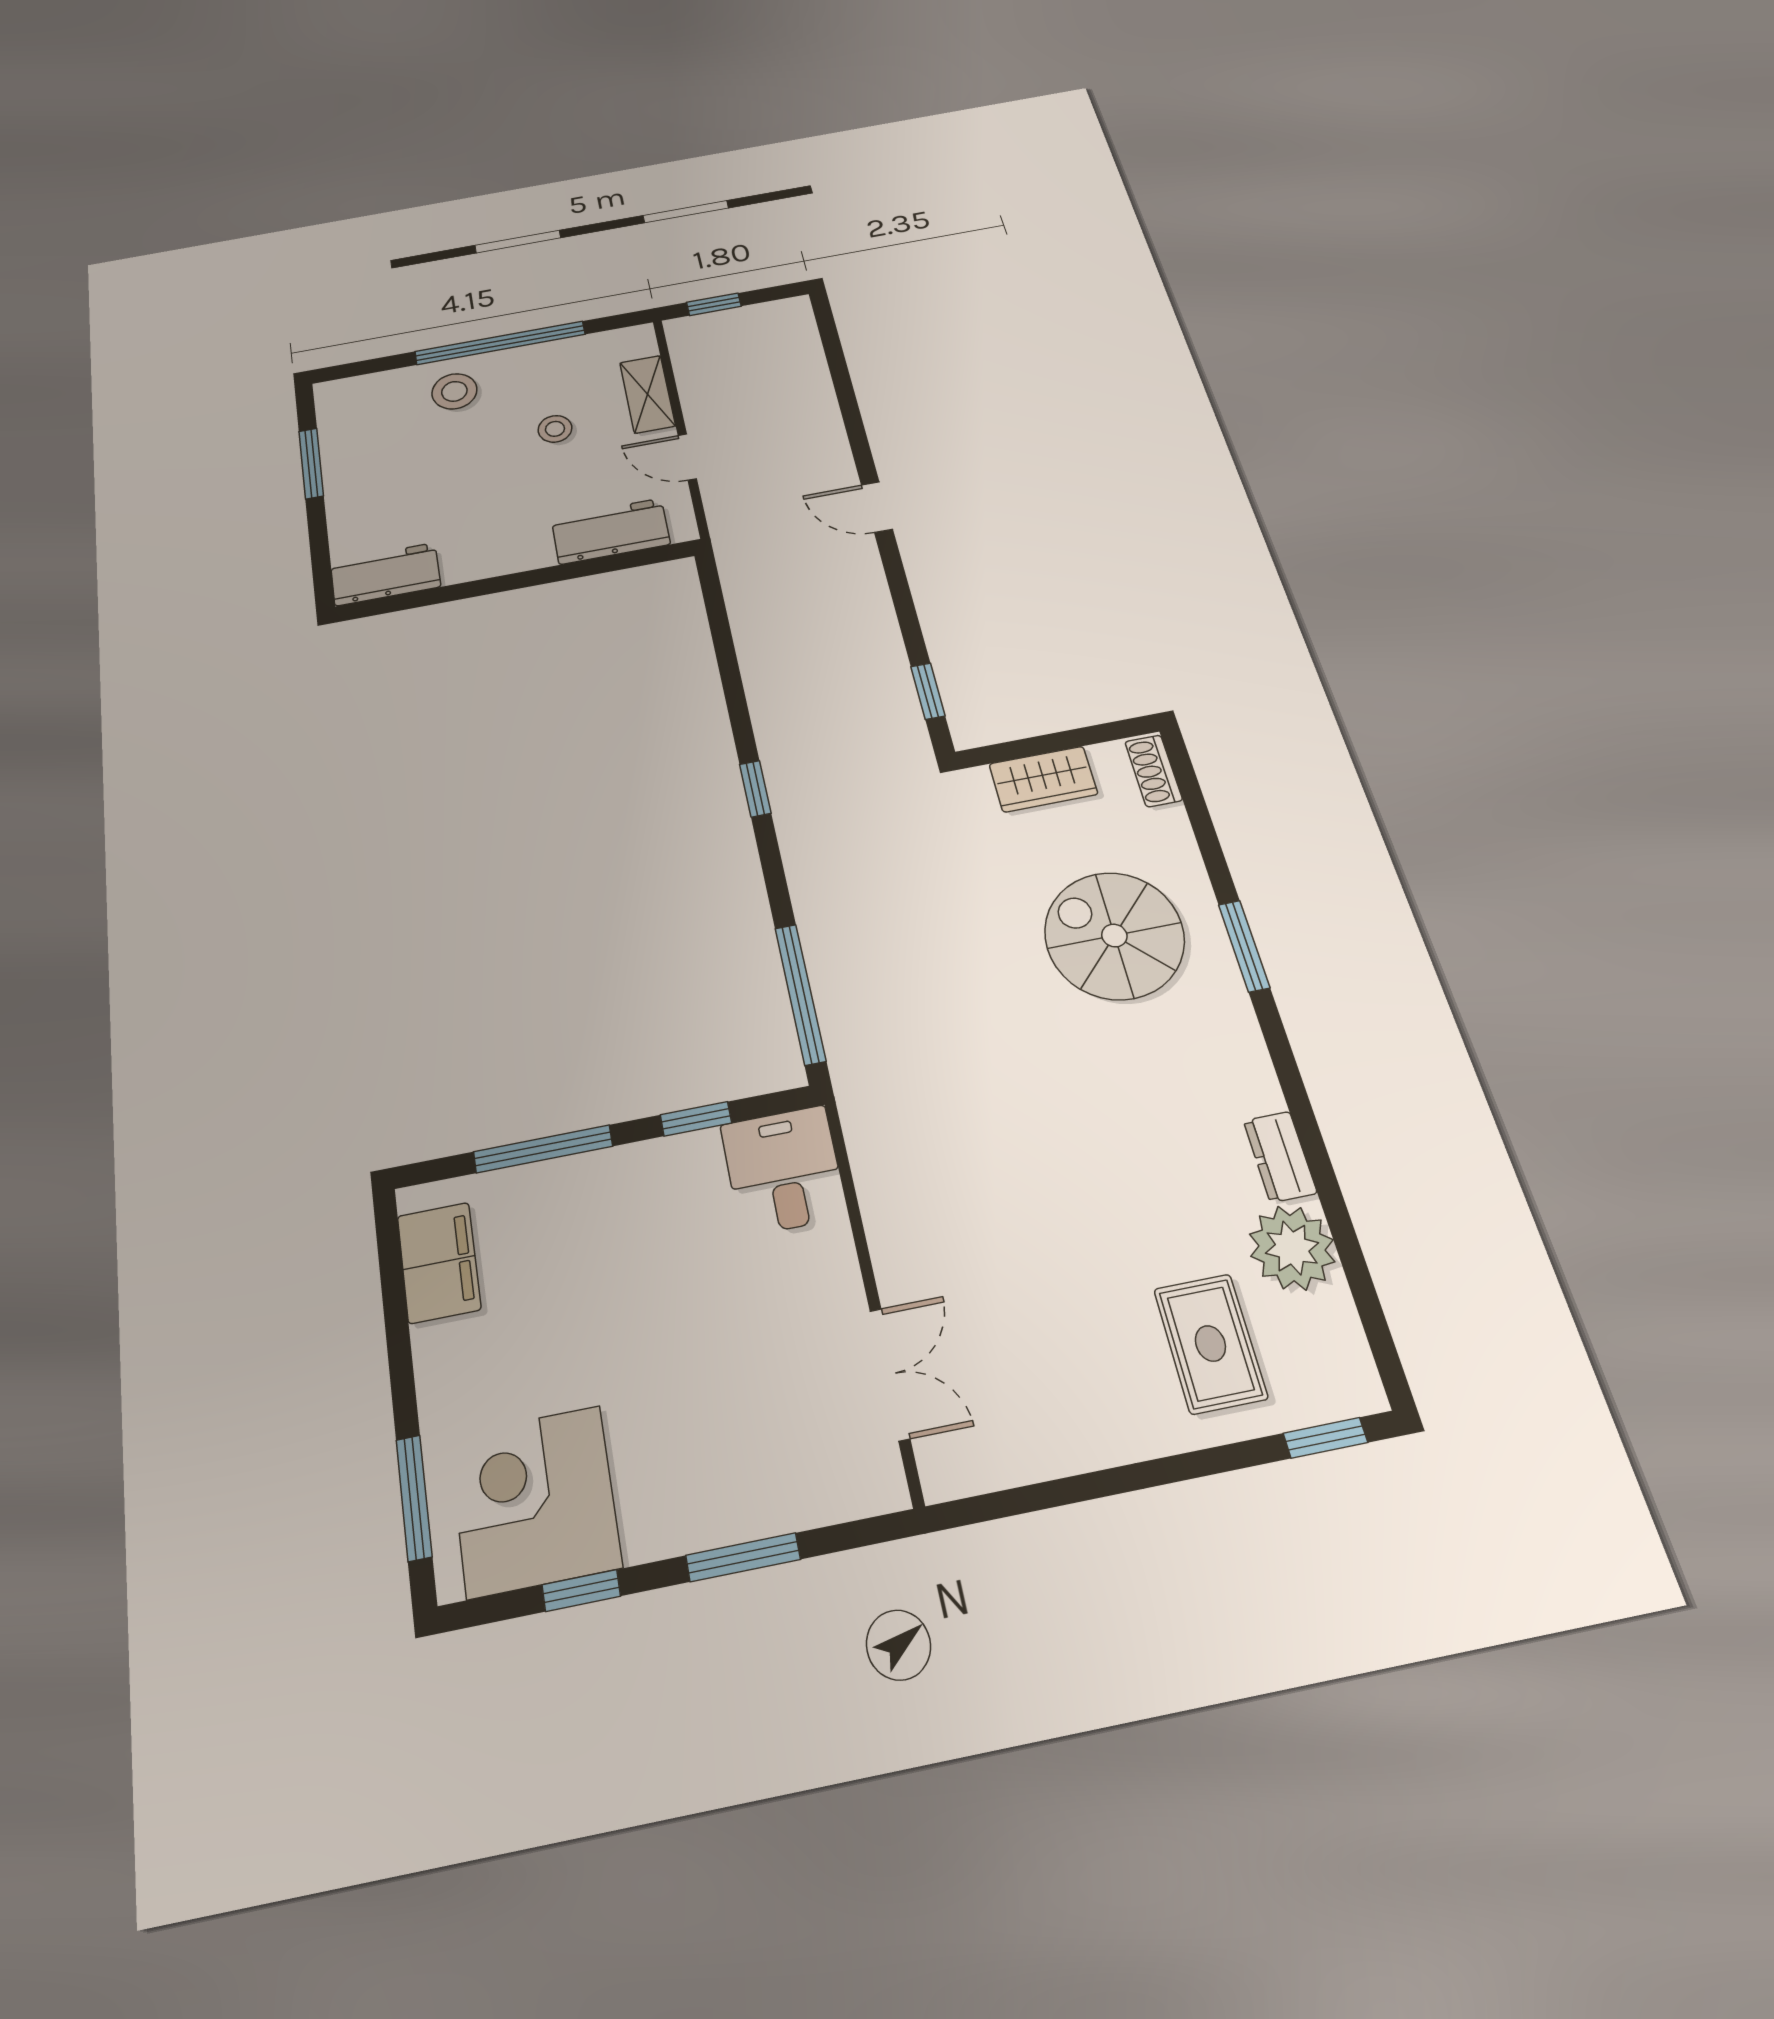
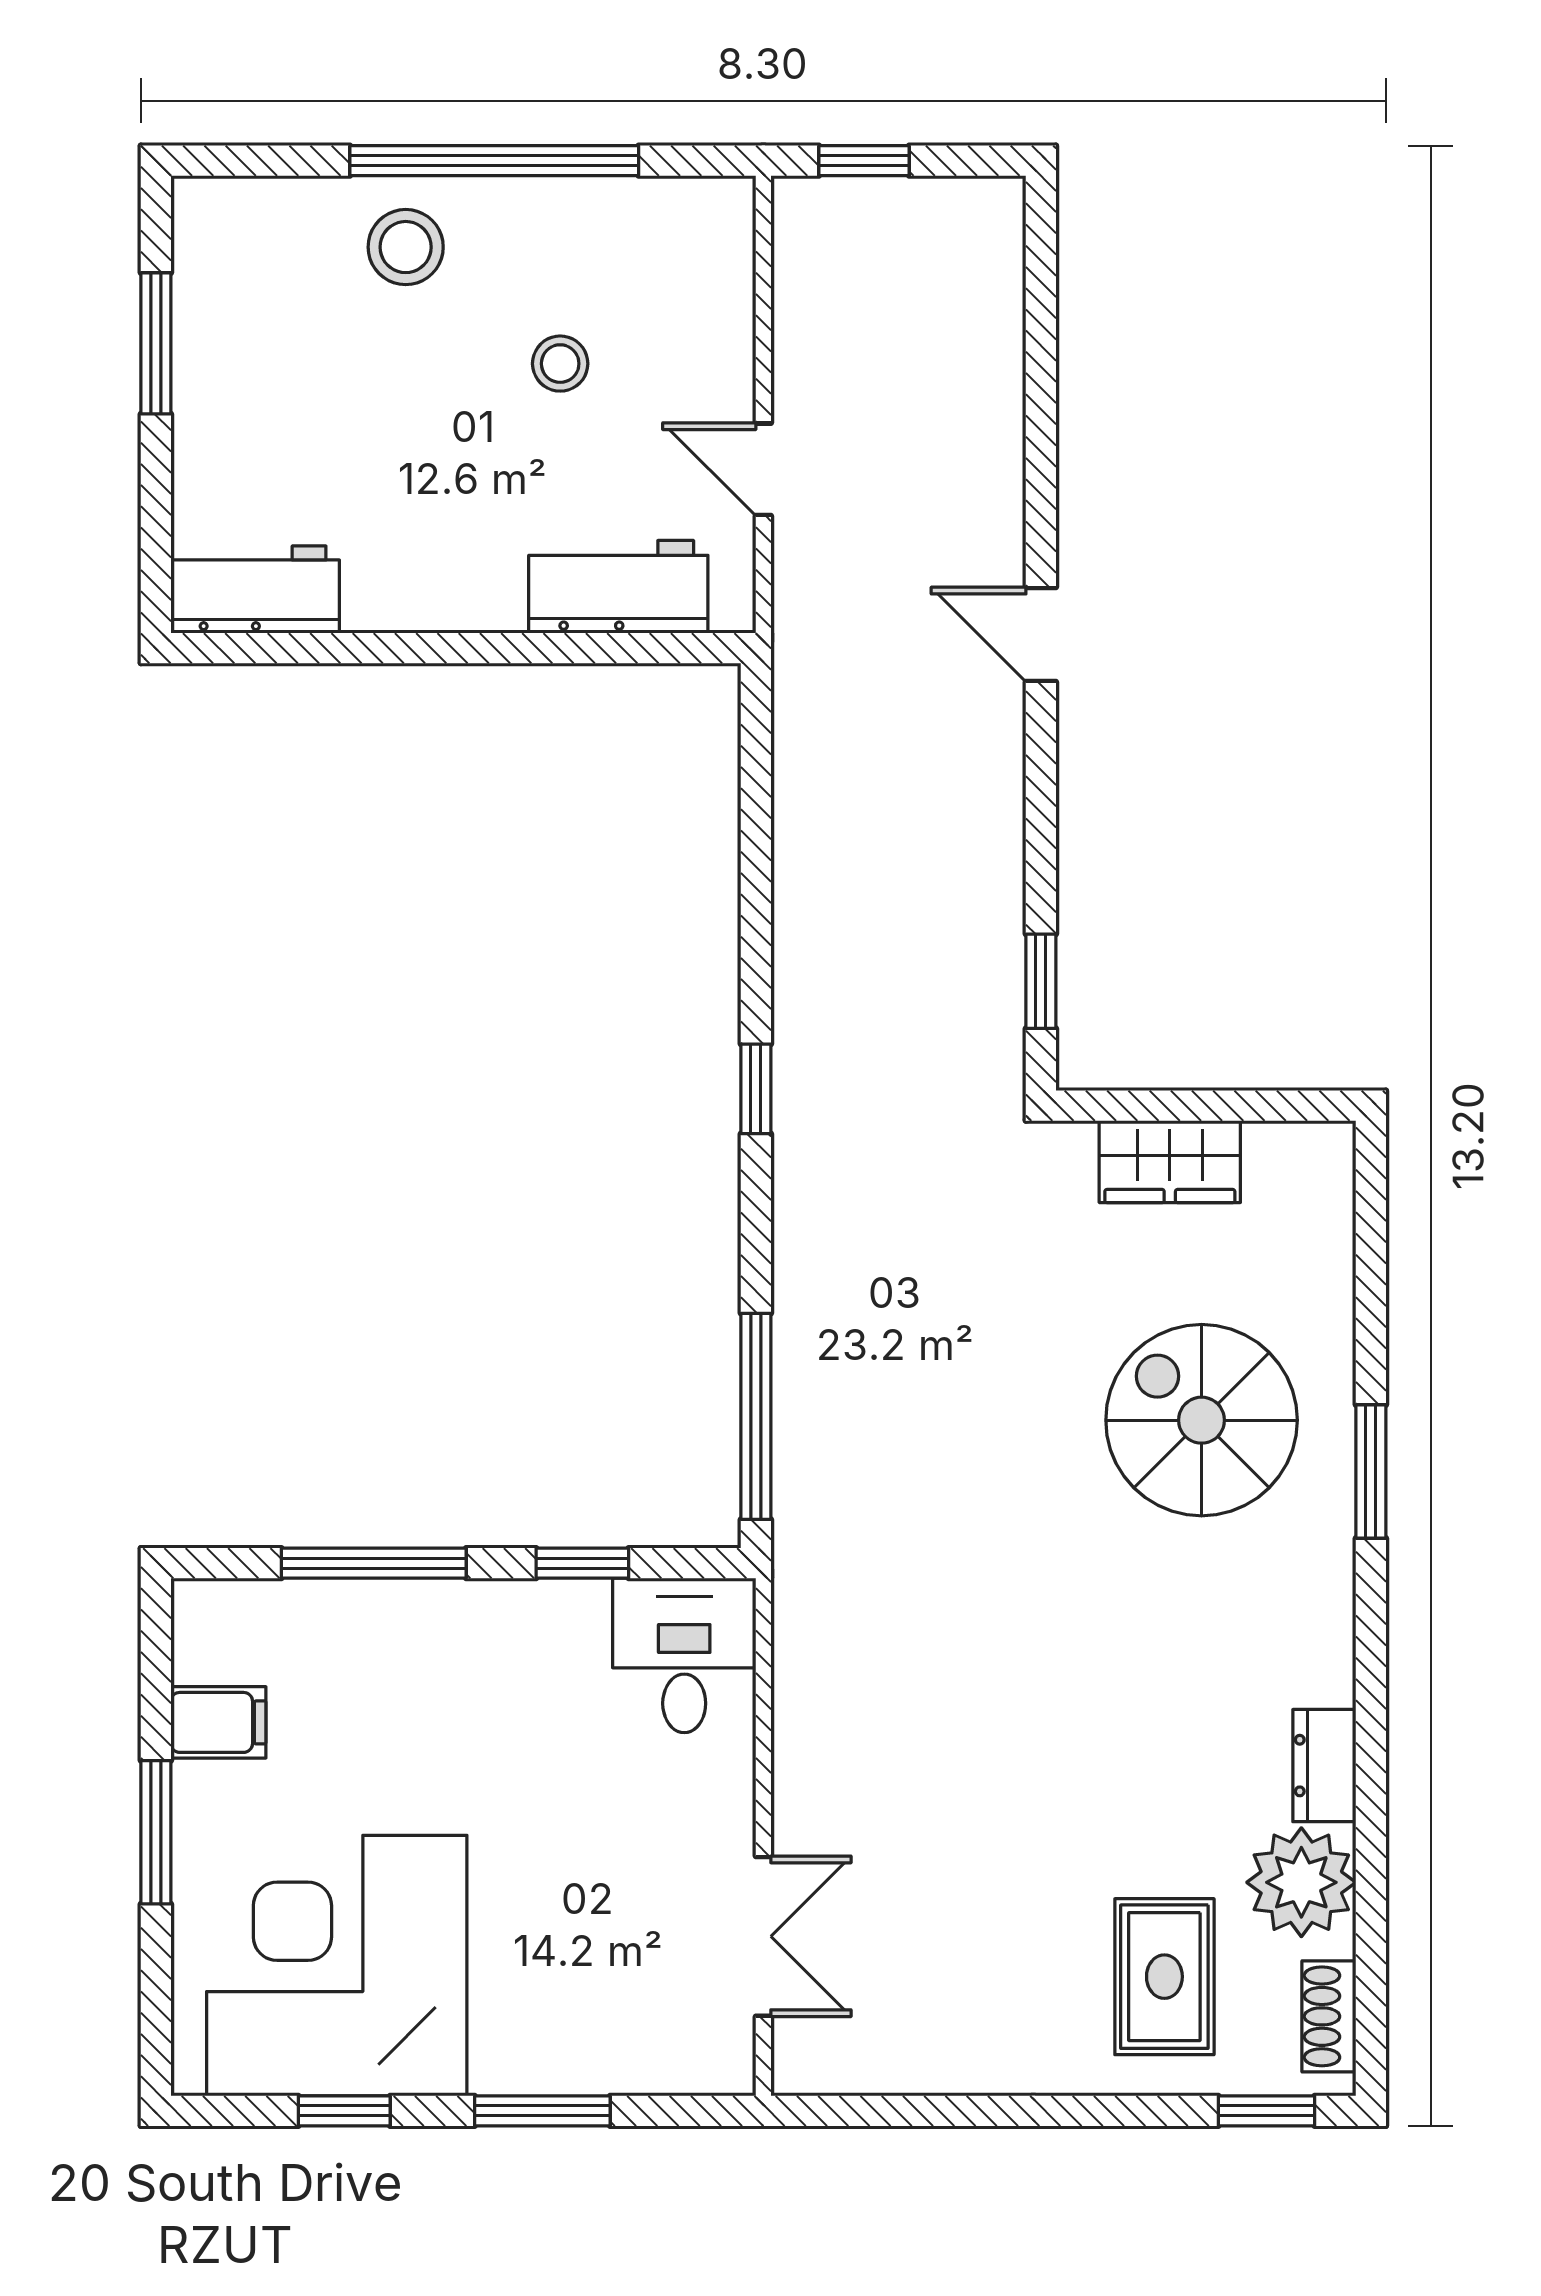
shelving: (647, 394) -> (721, 327), removed
shoe rack: (1154, 771) -> (1329, 2016), moved
filing cabinet: (439, 1263) -> (218, 1722), width x0.50
window: (414, 1498) -> (156, 1832), moved
corner desk: (534, 1501) -> (337, 1966), width x1.36, depth x1.36

